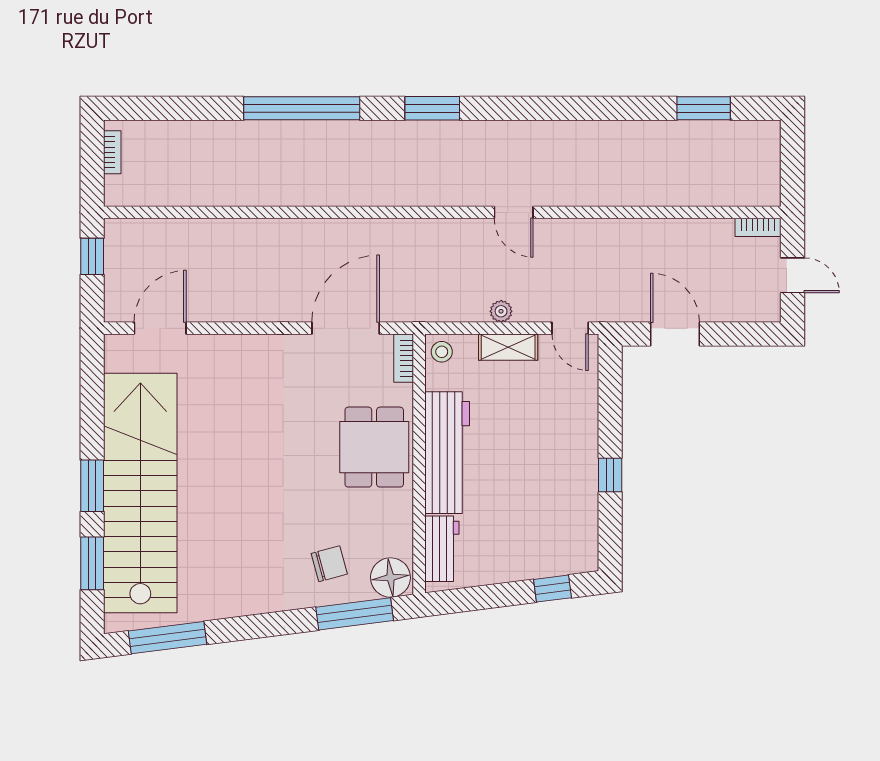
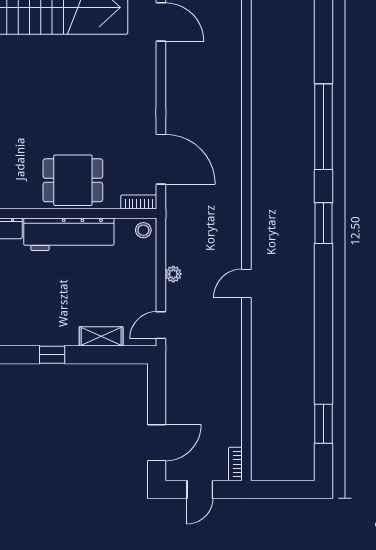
door: (675, 334) -> (157, 443), moved
shelving: (508, 347) -> (101, 336), moved, turned 90

